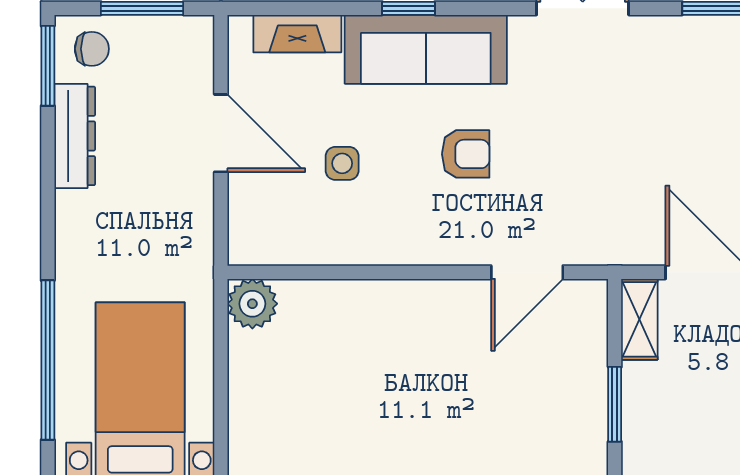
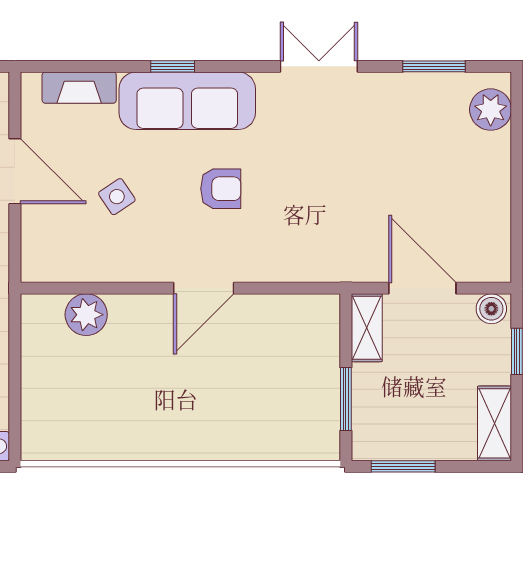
side table: (342, 163) -> (117, 197), turned -34
door: (527, 272) -> (204, 288), moved
plant: (252, 304) -> (86, 315), moved

